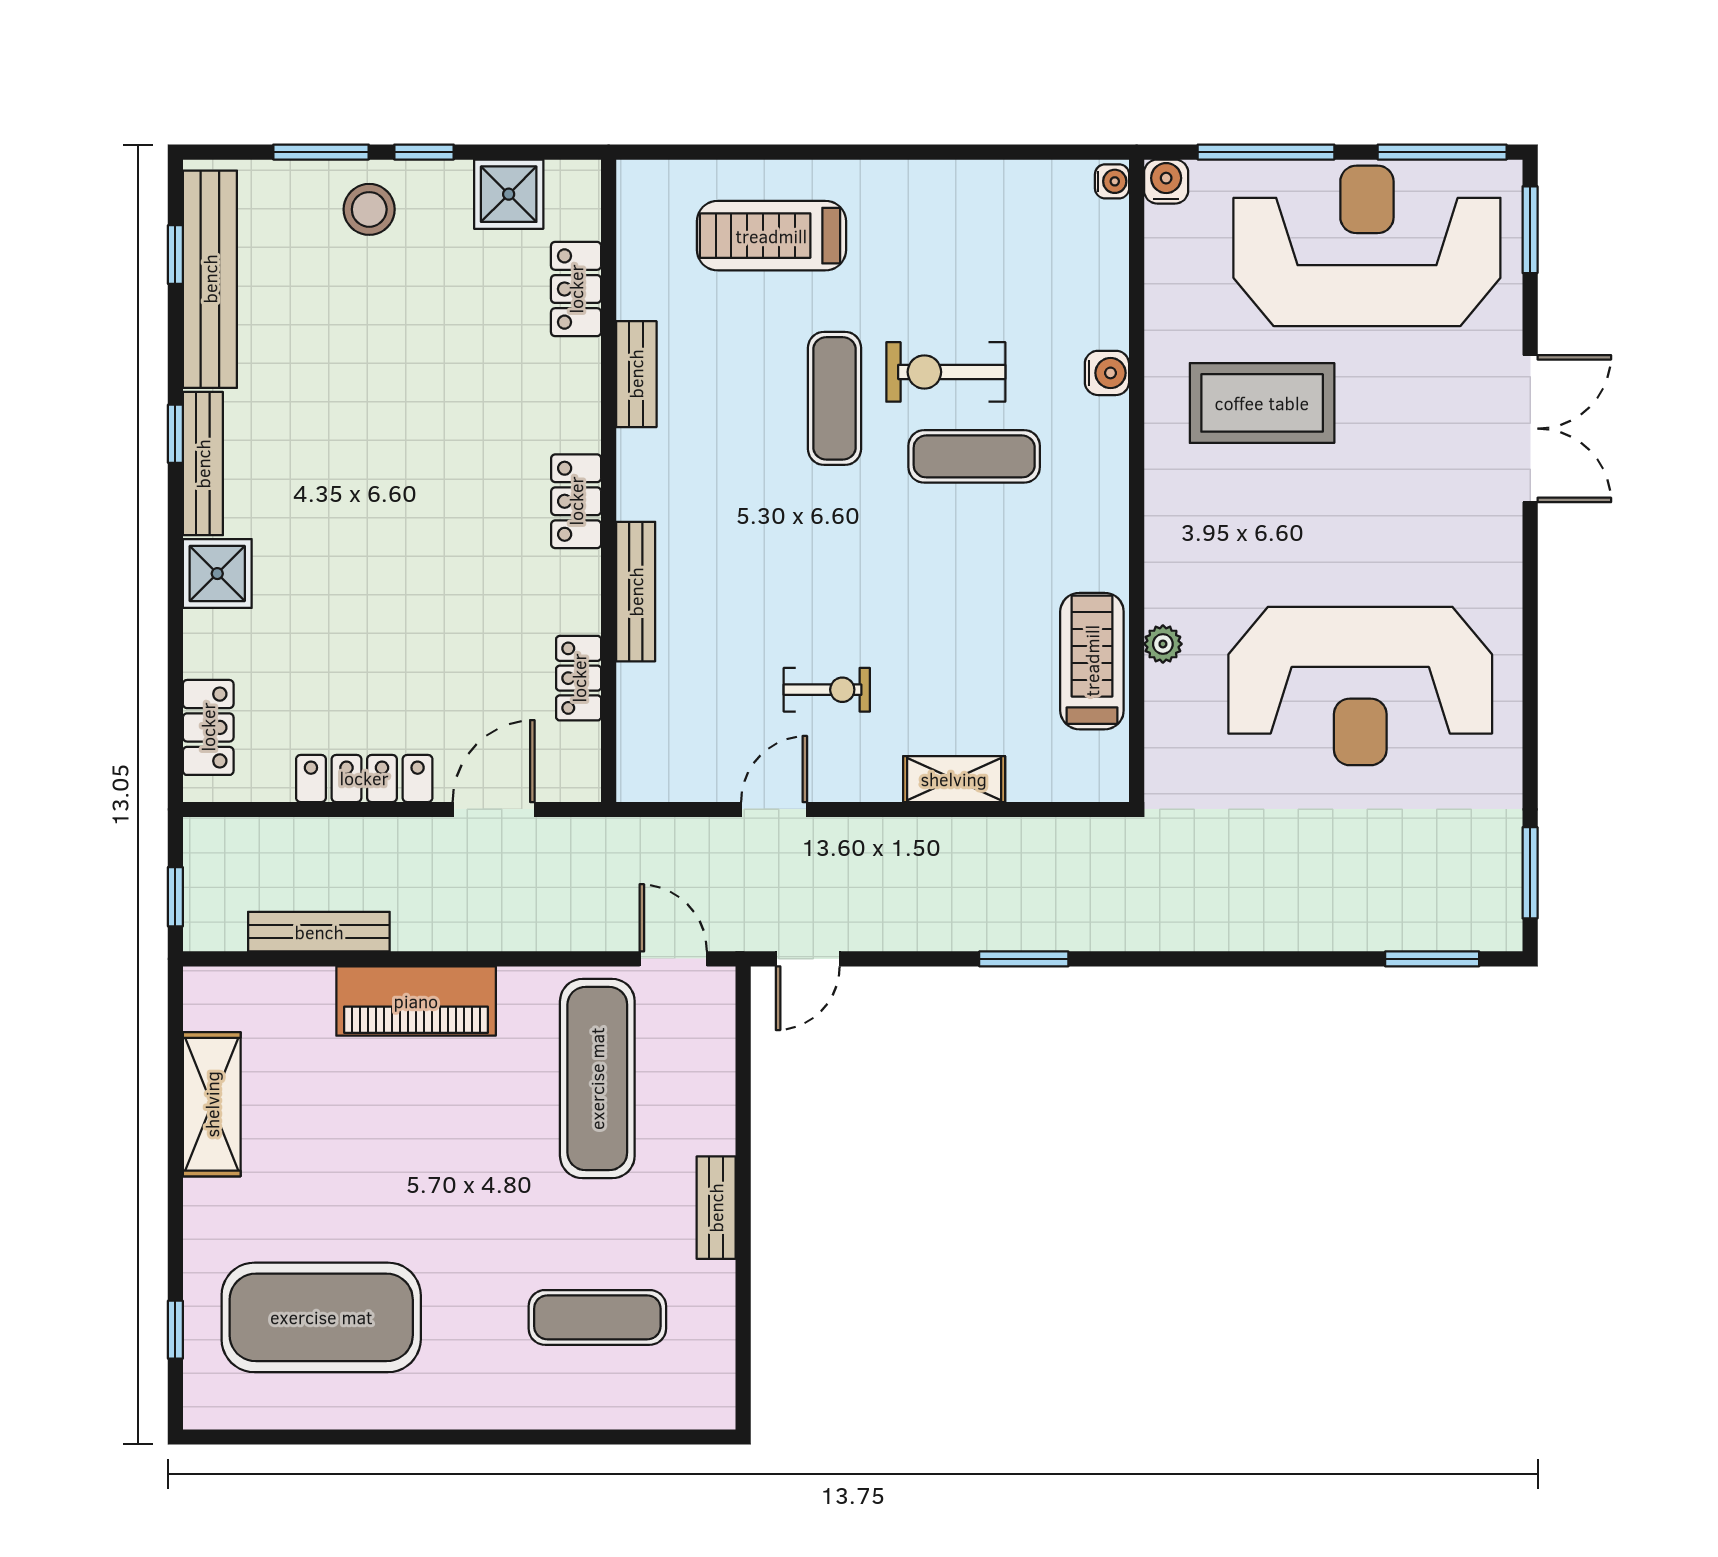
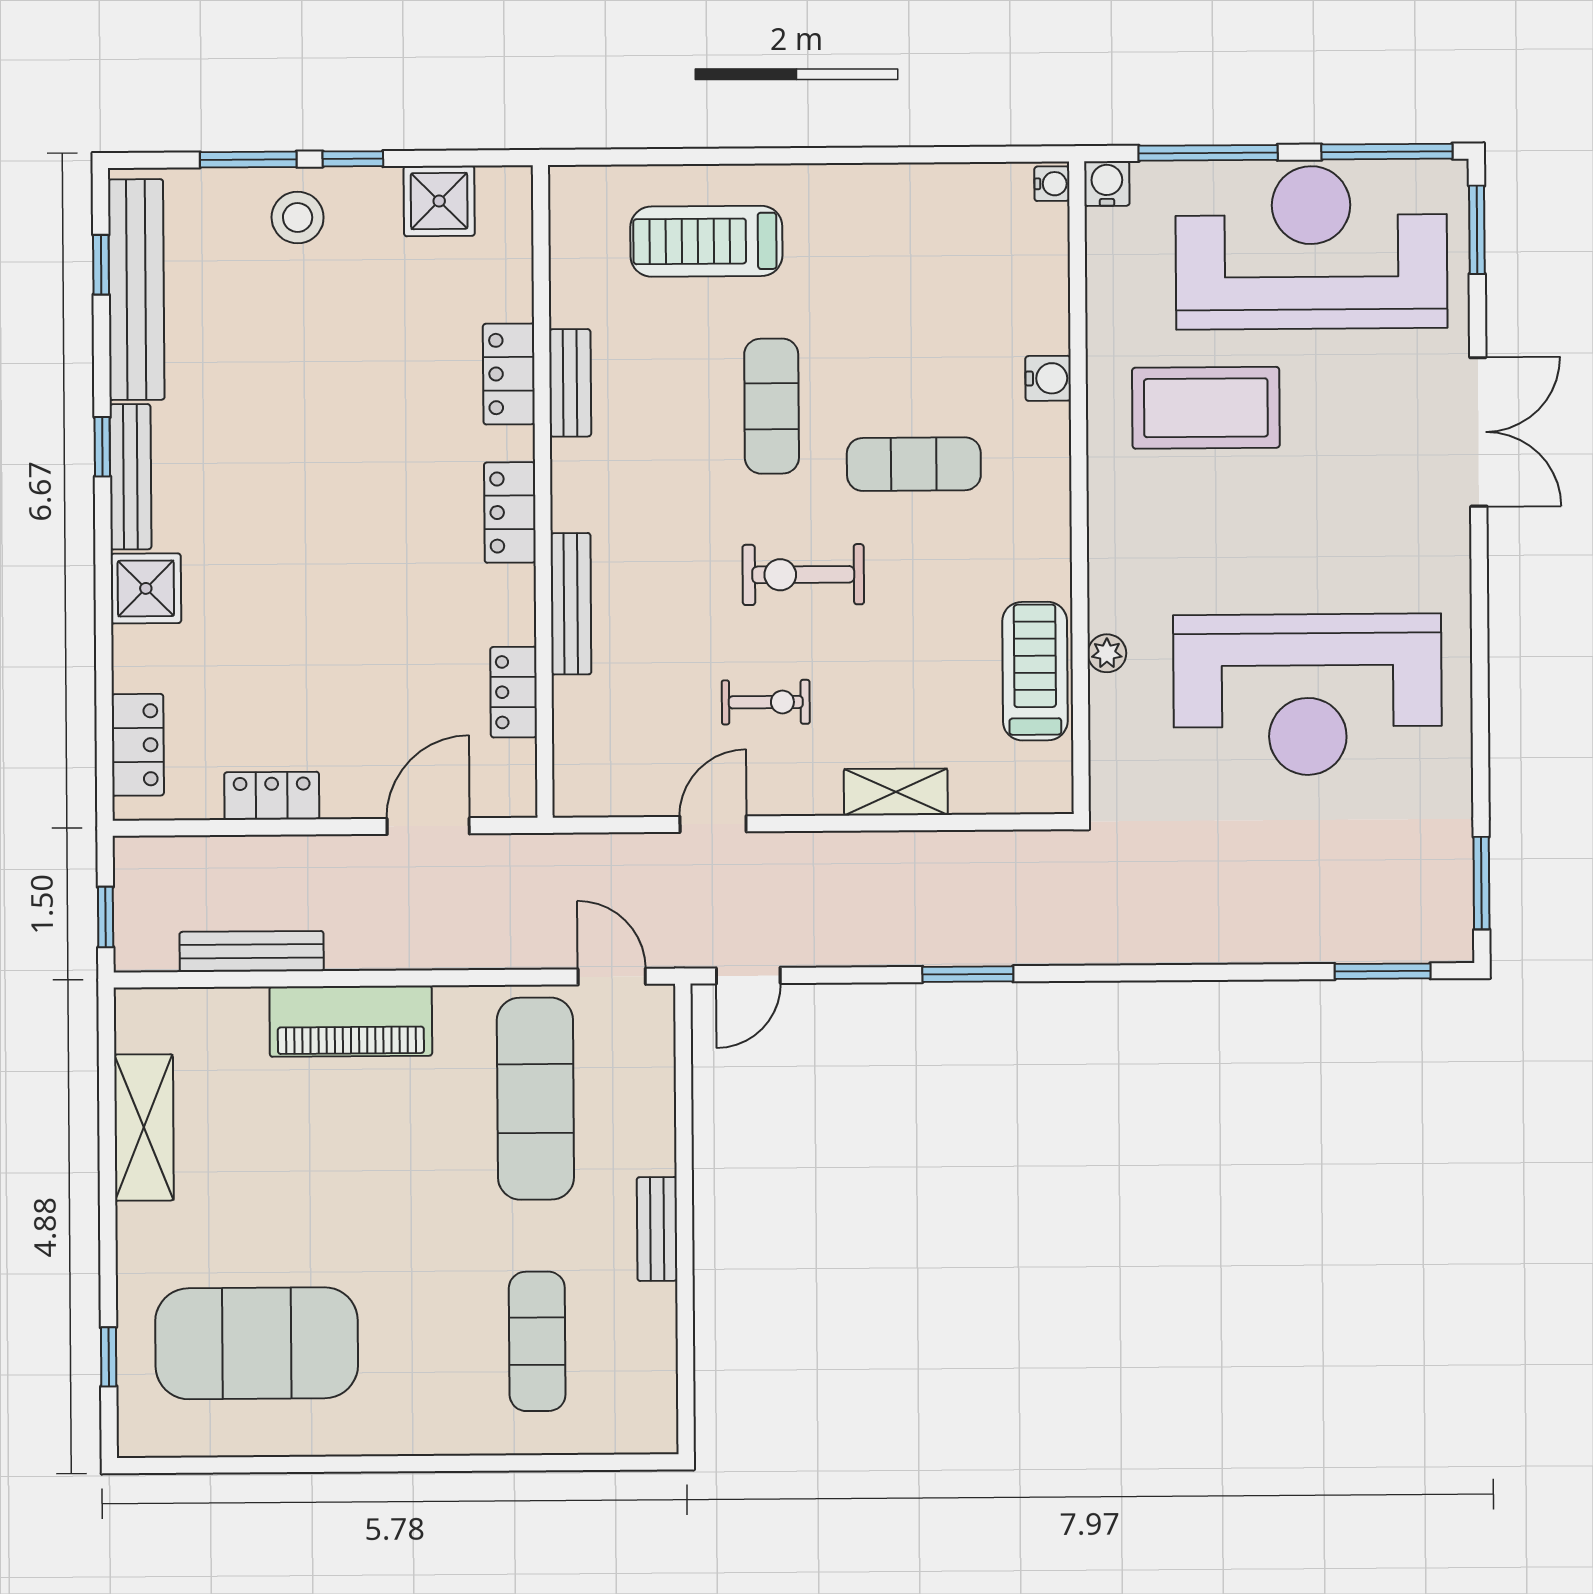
locker: (576, 289) -> (509, 374), moved
exercise bike: (946, 372) -> (803, 575), moved
locker: (364, 778) -> (272, 796), width x0.66
exercise mat: (597, 1317) -> (537, 1341), turned 90

